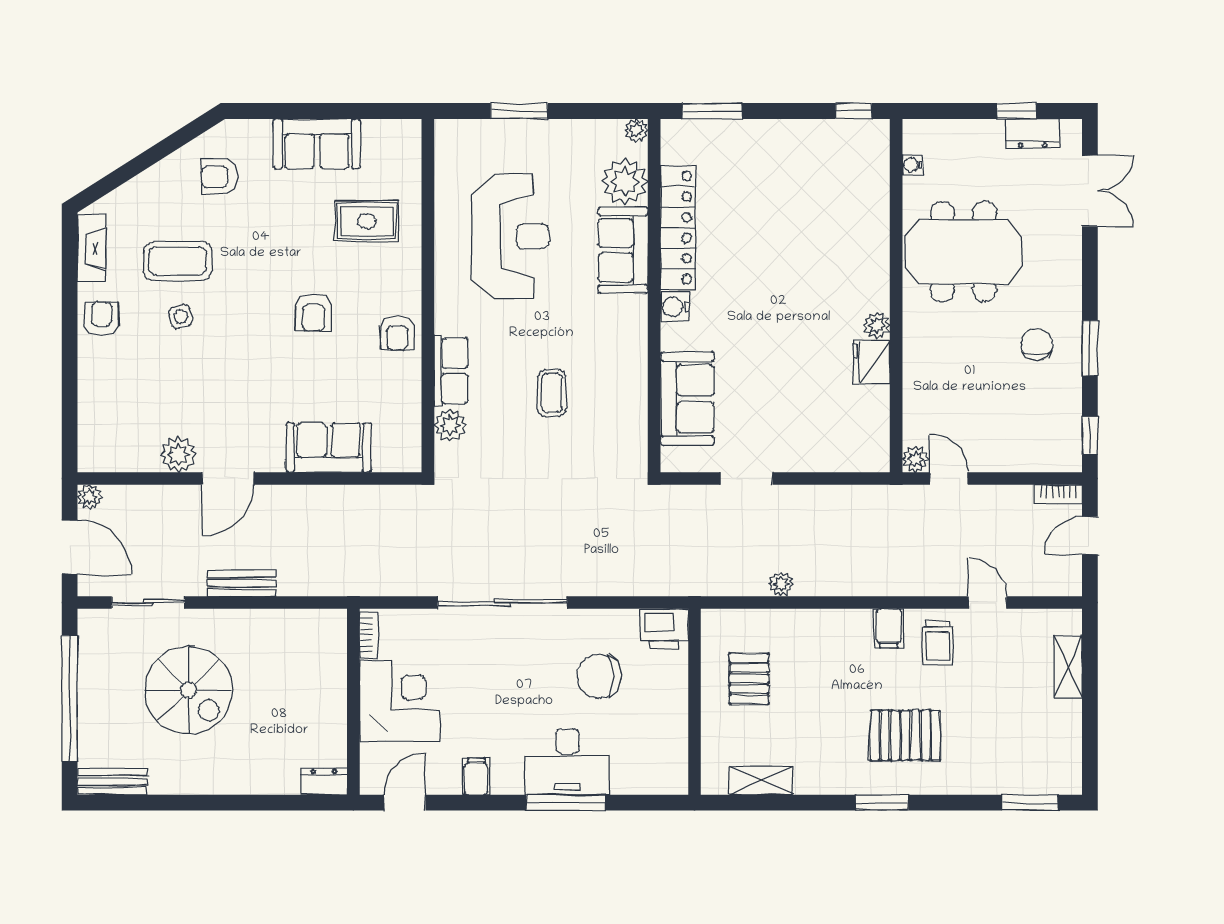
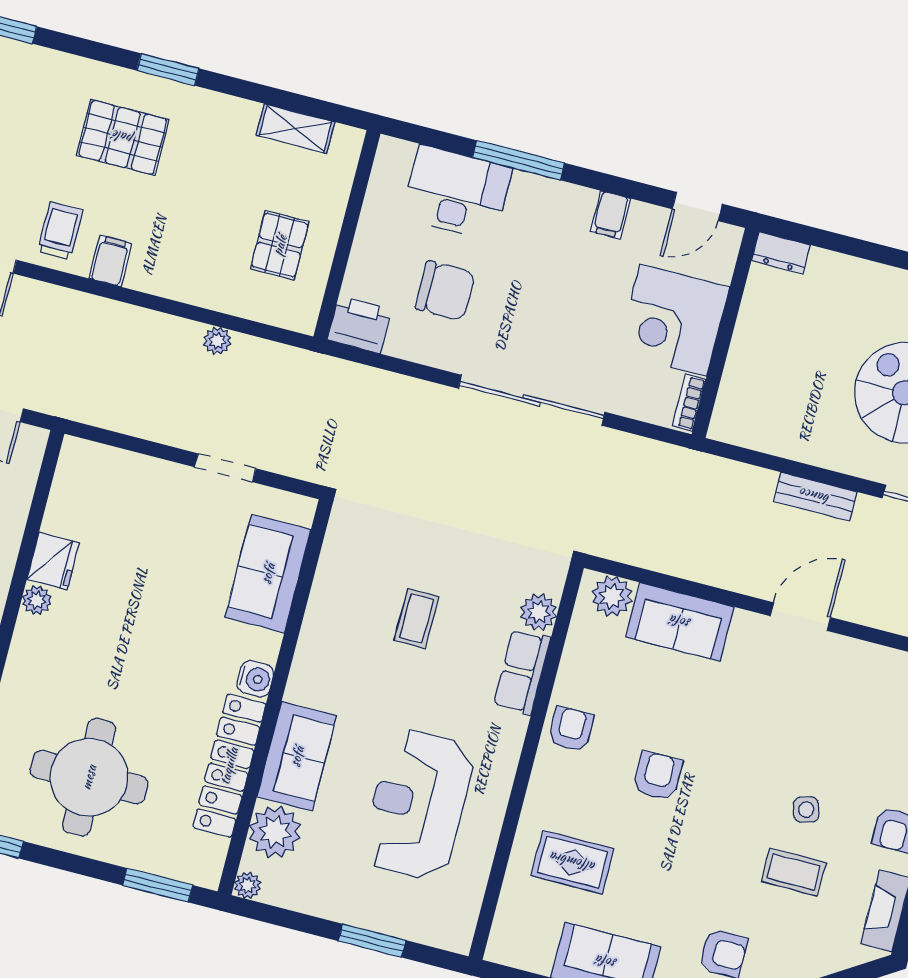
round table: (794, 187) -> (89, 777), added
coffee table: (178, 261) -> (794, 872), width x0.73, depth x0.77
plant: (178, 454) -> (612, 596), moved
plant: (915, 459) -> (32, 441), removed
desk: (567, 762) -> (457, 193), moved

